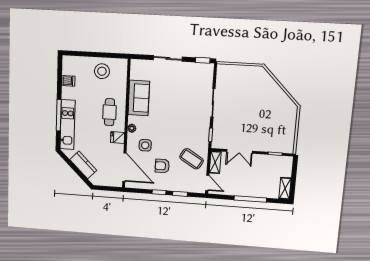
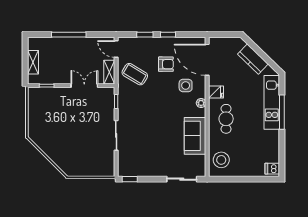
sliding door: (168, 58) -> (182, 179), moved
stool: (102, 71) -> (221, 160), moved
dishwasher: (68, 81) -> (272, 169), moved
shelving: (285, 188) -> (33, 62), moved

